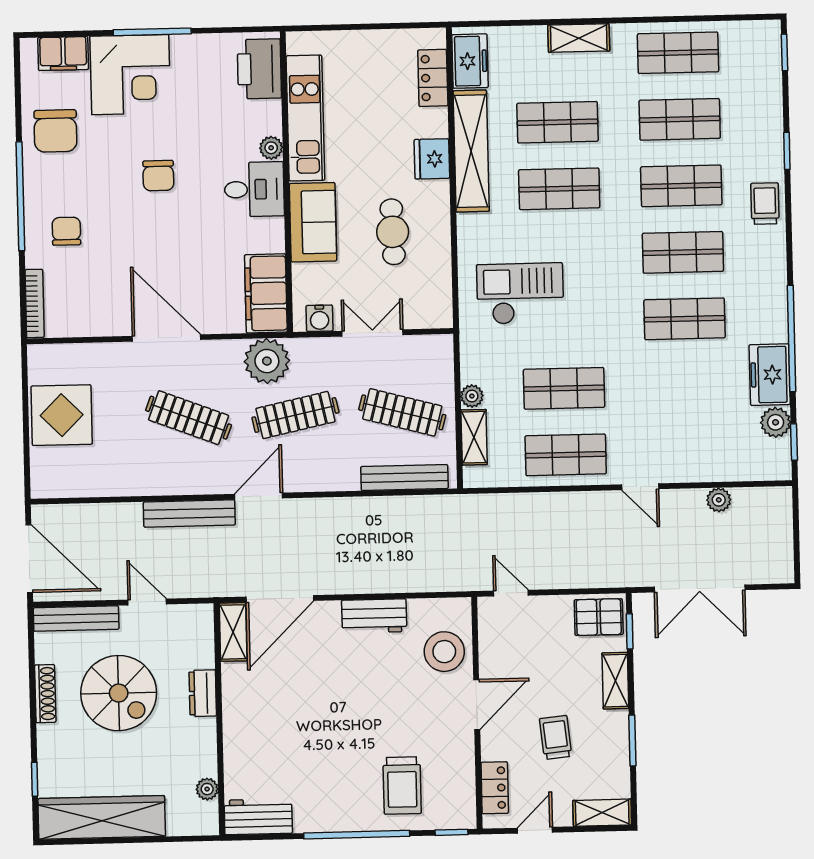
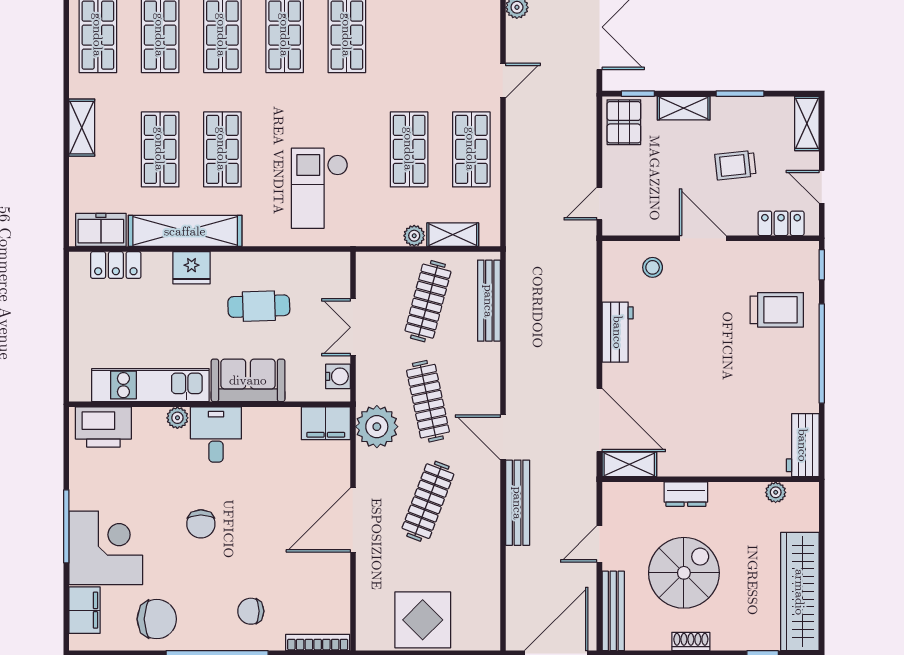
chair: (158, 176) -> (201, 524), turned 90
filing cabinet: (266, 293) -> (326, 423), width x0.67, depth x0.86
stool: (444, 652) -> (653, 267), width x0.53, depth x0.53
shoe rack: (45, 694) -> (691, 642), width x0.70

